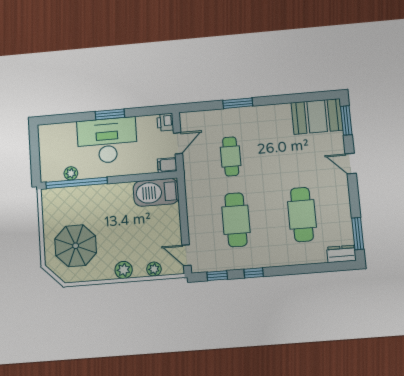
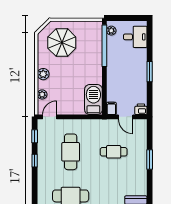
desk: (107, 141) -> (135, 37), moved, width x0.53, depth x0.77
plant: (71, 173) -> (111, 31), moved
cafe table: (236, 220) -> (71, 152), turned 90

